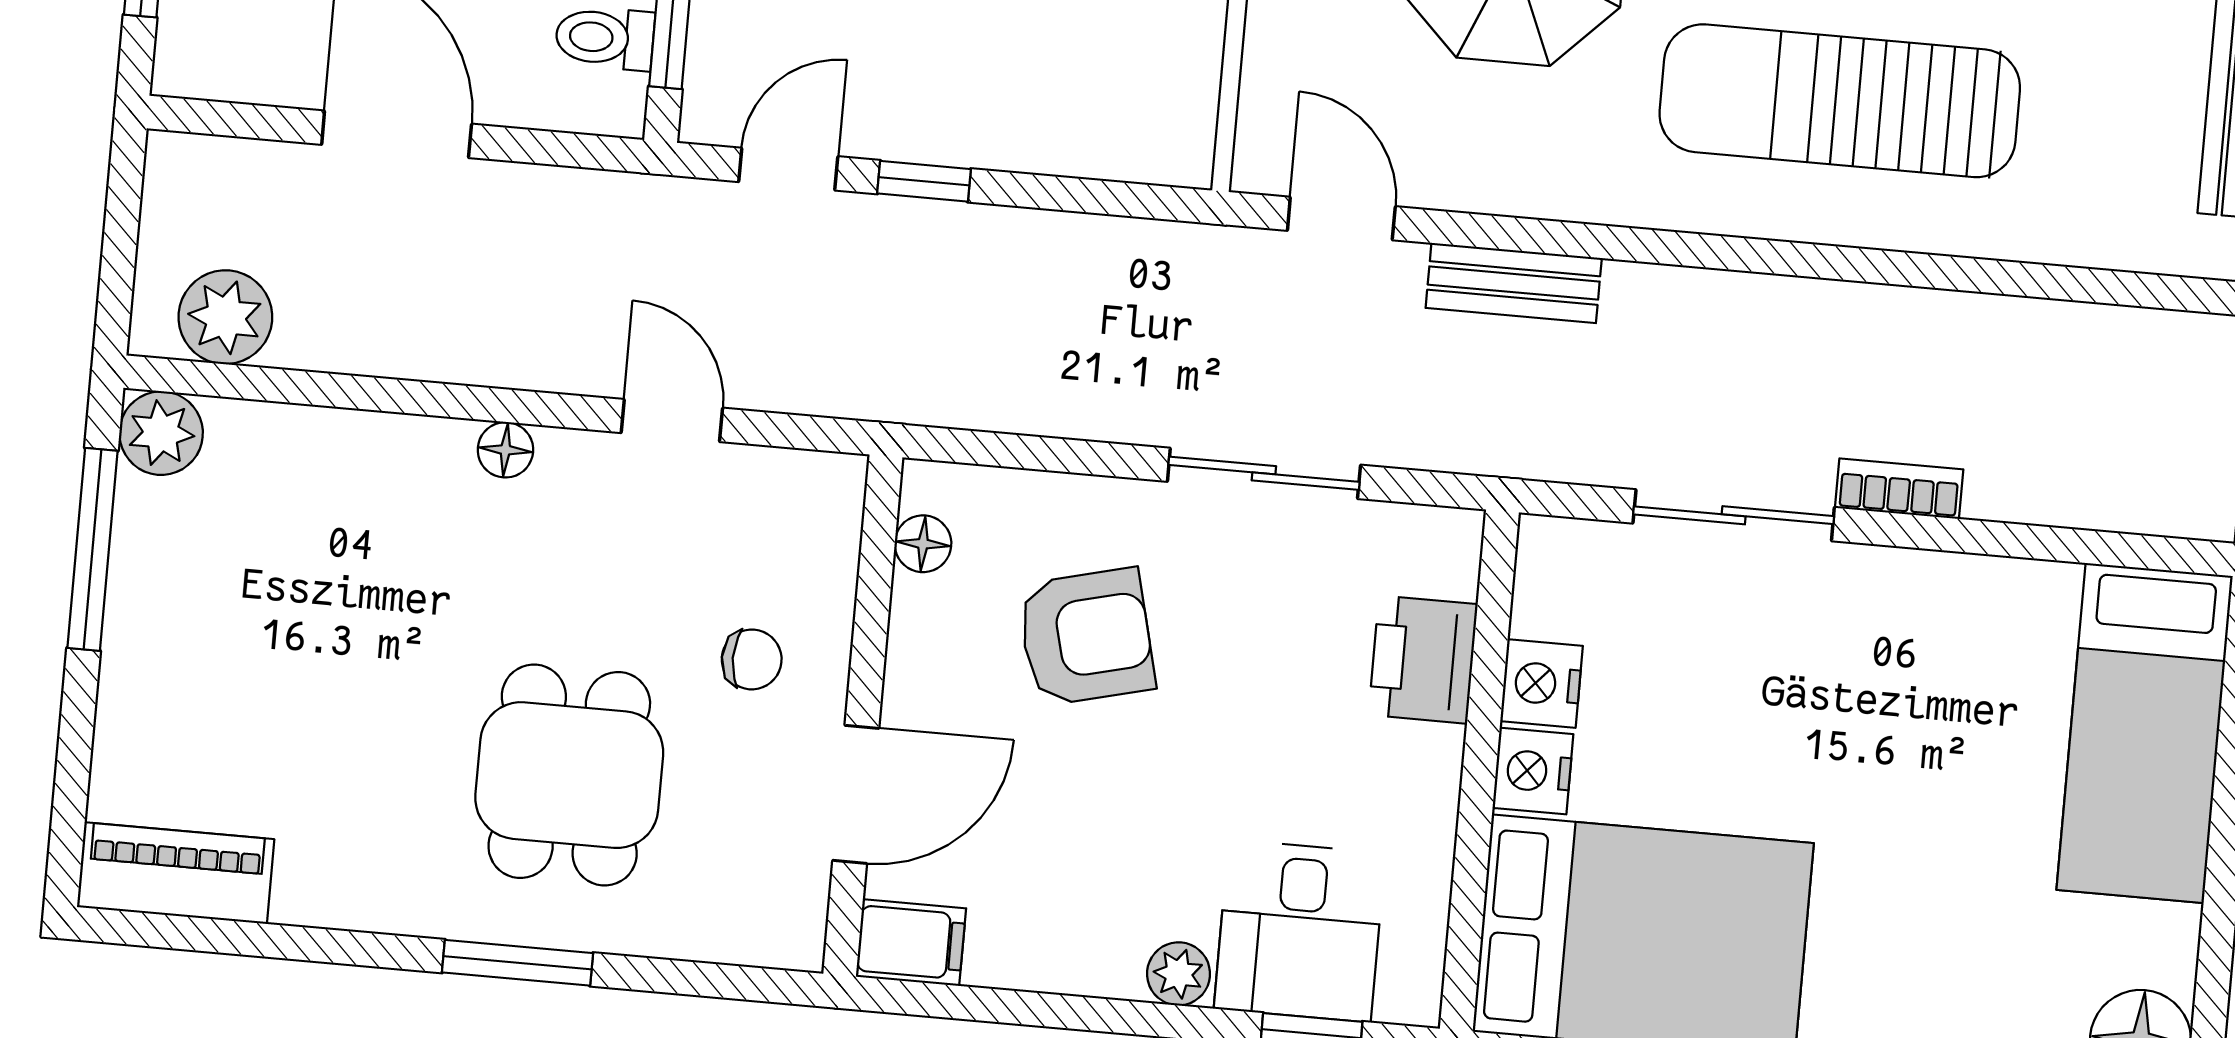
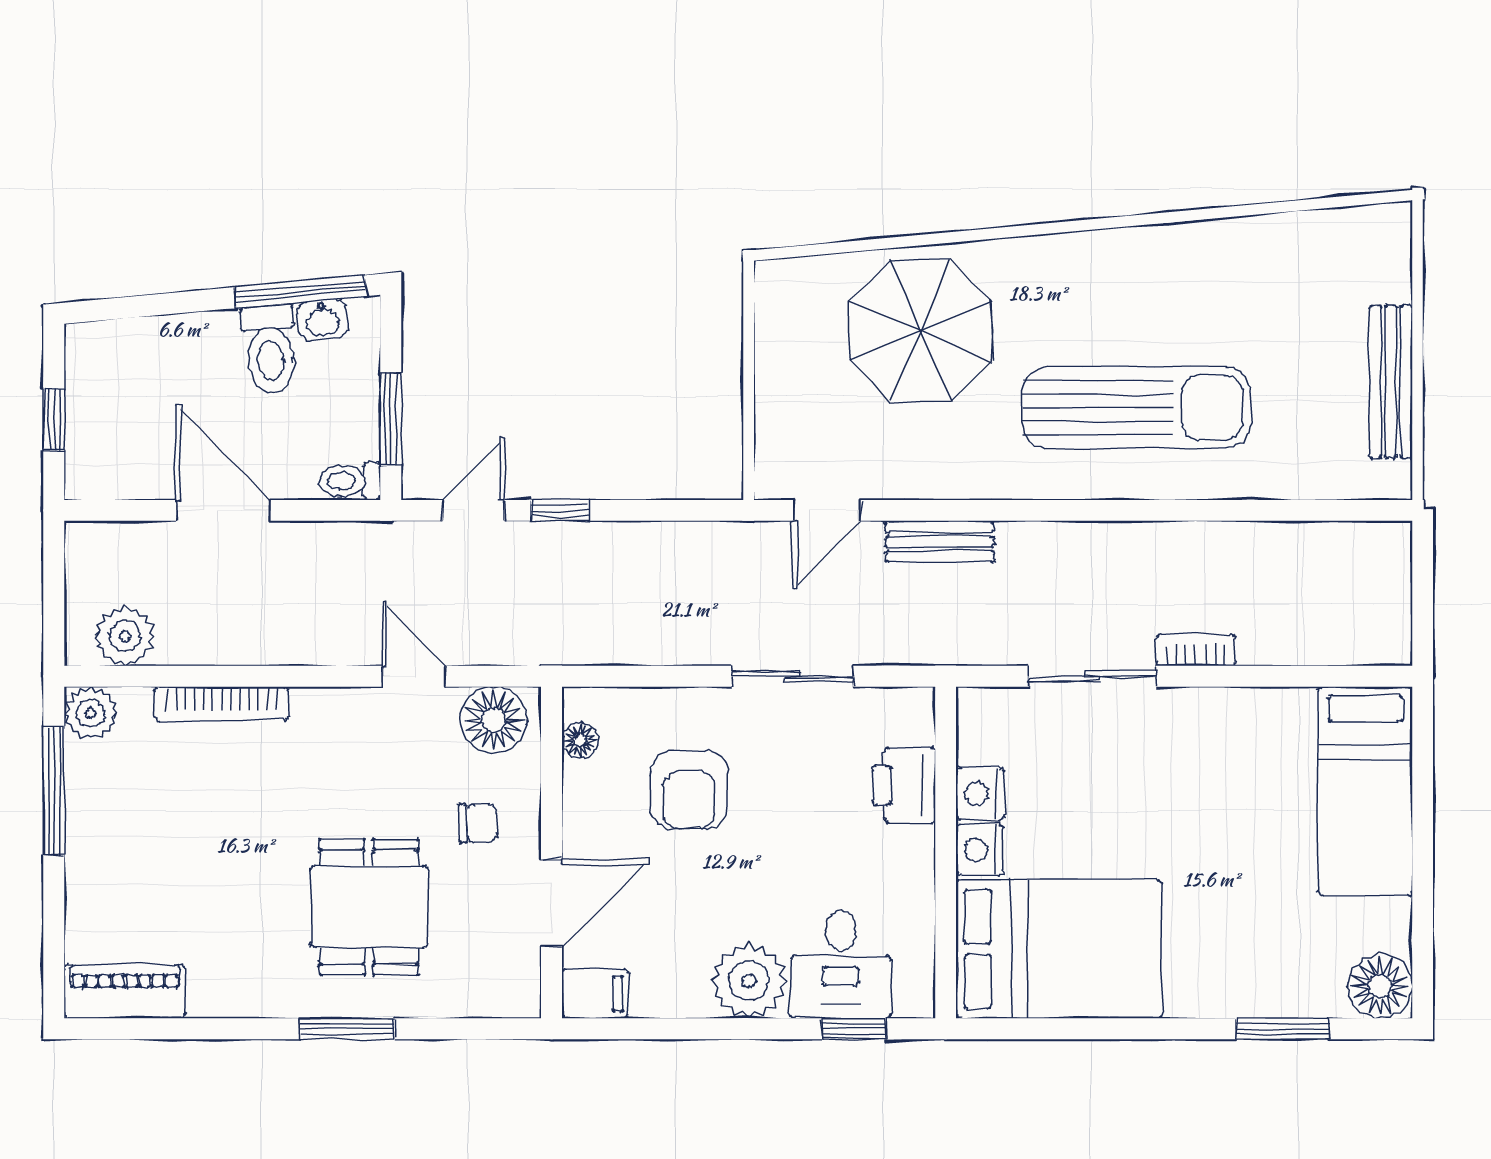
toilet: (605, 38) -> (350, 481), moved
sun lounger: (1840, 101) -> (1136, 408), turned 180
door: (1341, 218) -> (827, 510), swing flipped
bookcase: (367, 437) -> (222, 704), added
floor lamp: (505, 450) -> (494, 720), moved, width x1.89, depth x1.89
armchair: (1086, 637) -> (689, 790), turned 104
plant: (1179, 974) -> (749, 981), width x1.88, depth x1.88

